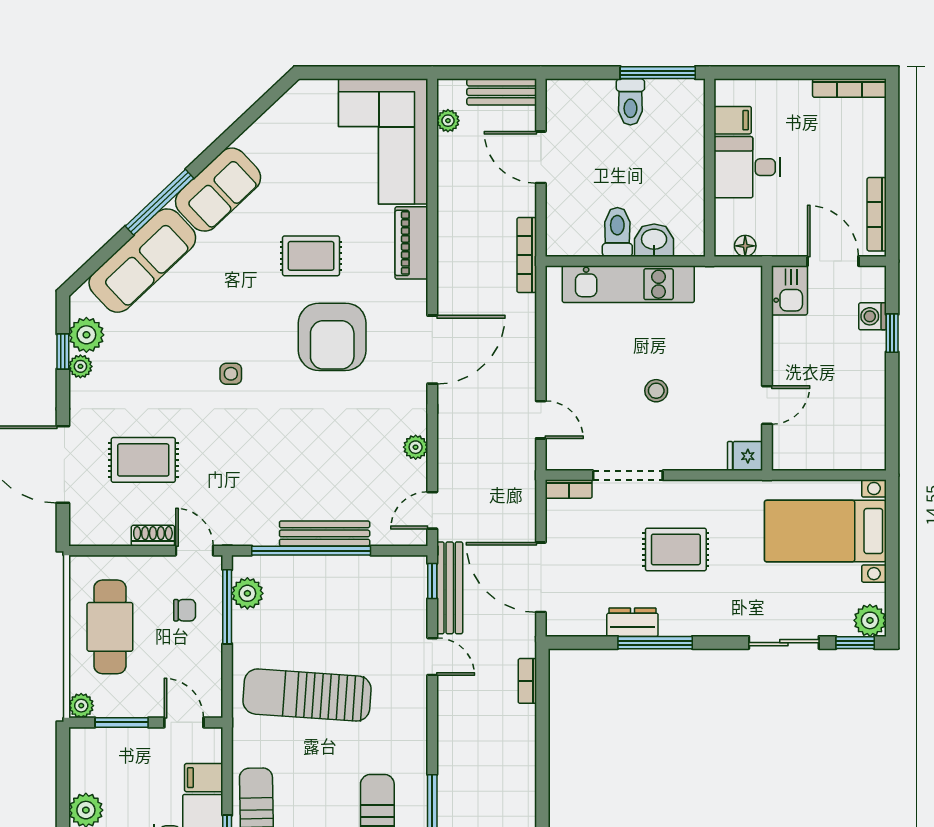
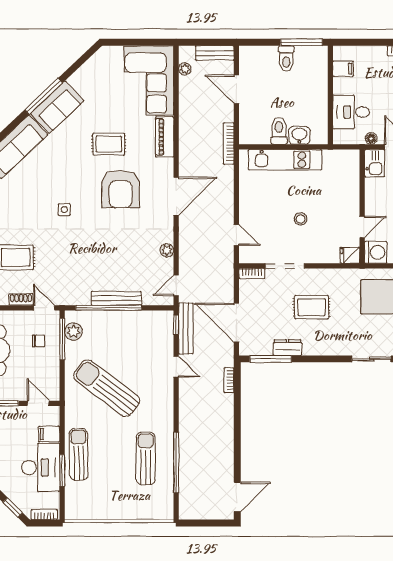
desk: (747, 167) -> (351, 112), moved
window: (160, 202) -> (44, 96), moved
floor lamp: (745, 246) -> (371, 139), moved
washing machine: (791, 451) -> (376, 252), added
window: (655, 643) -> (271, 359), moved
sun lounger: (307, 695) -> (107, 388), turned 33

